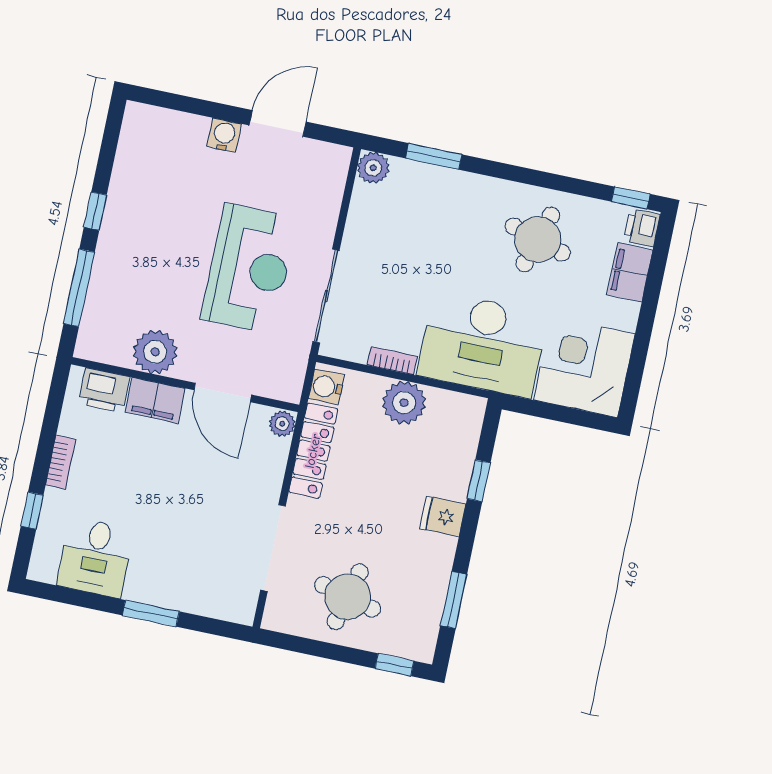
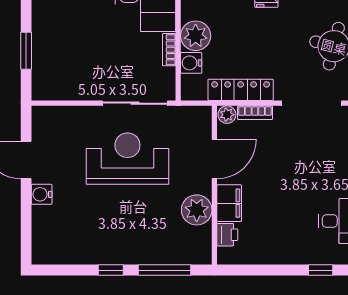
plant: (373, 168) -> (42, 90), removed
water cooler: (326, 387) -> (191, 63), moved, turned 90
printer: (104, 390) -> (227, 235), width x0.73, depth x0.81
bookcase: (61, 462) -> (255, 113), moved, turned 180

